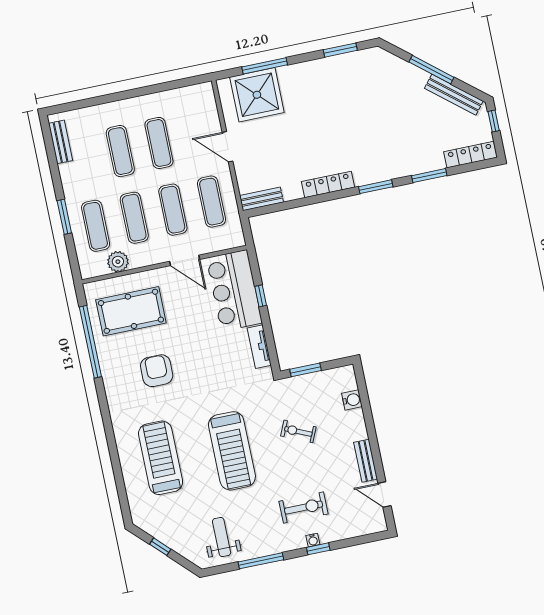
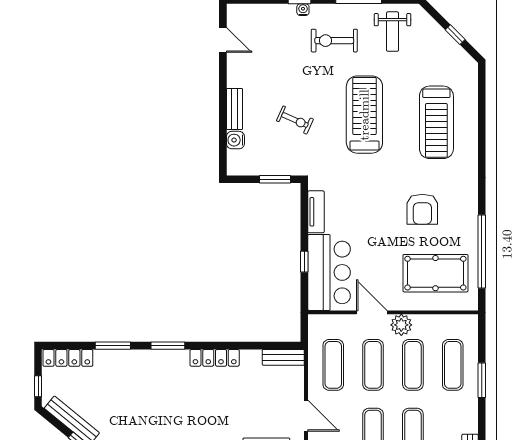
plant: (118, 262) -> (401, 325), moved
bench: (366, 461) -> (235, 109), moved
exercise bike: (304, 508) -> (334, 41), moved

